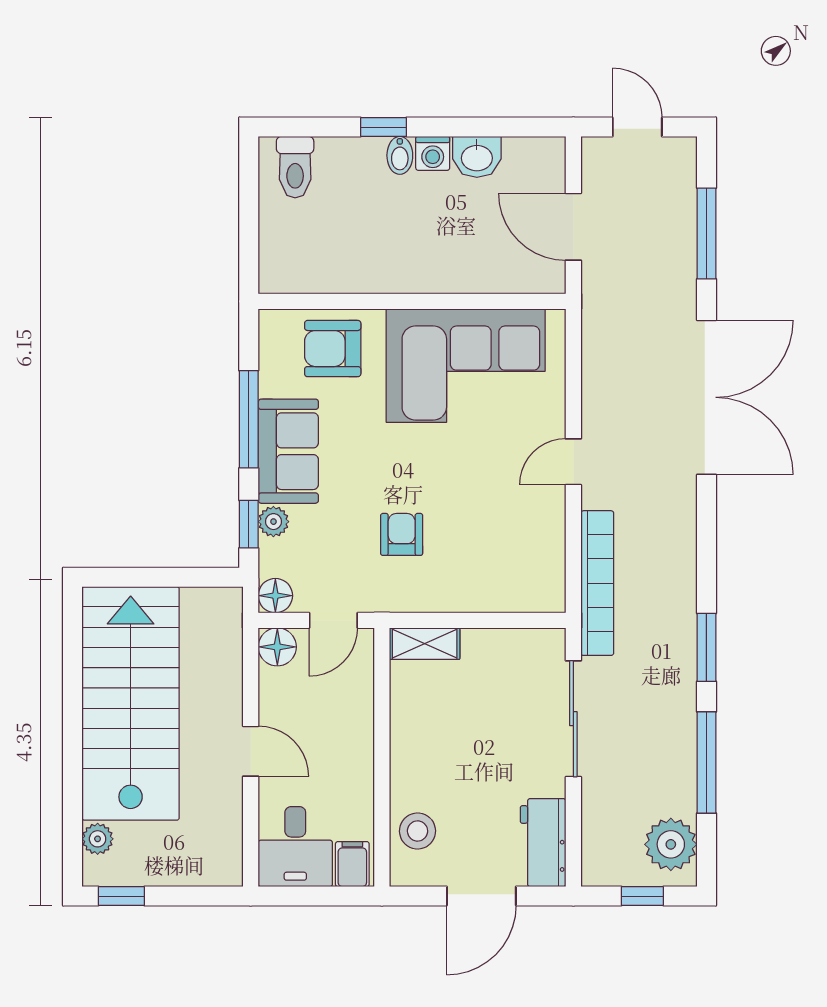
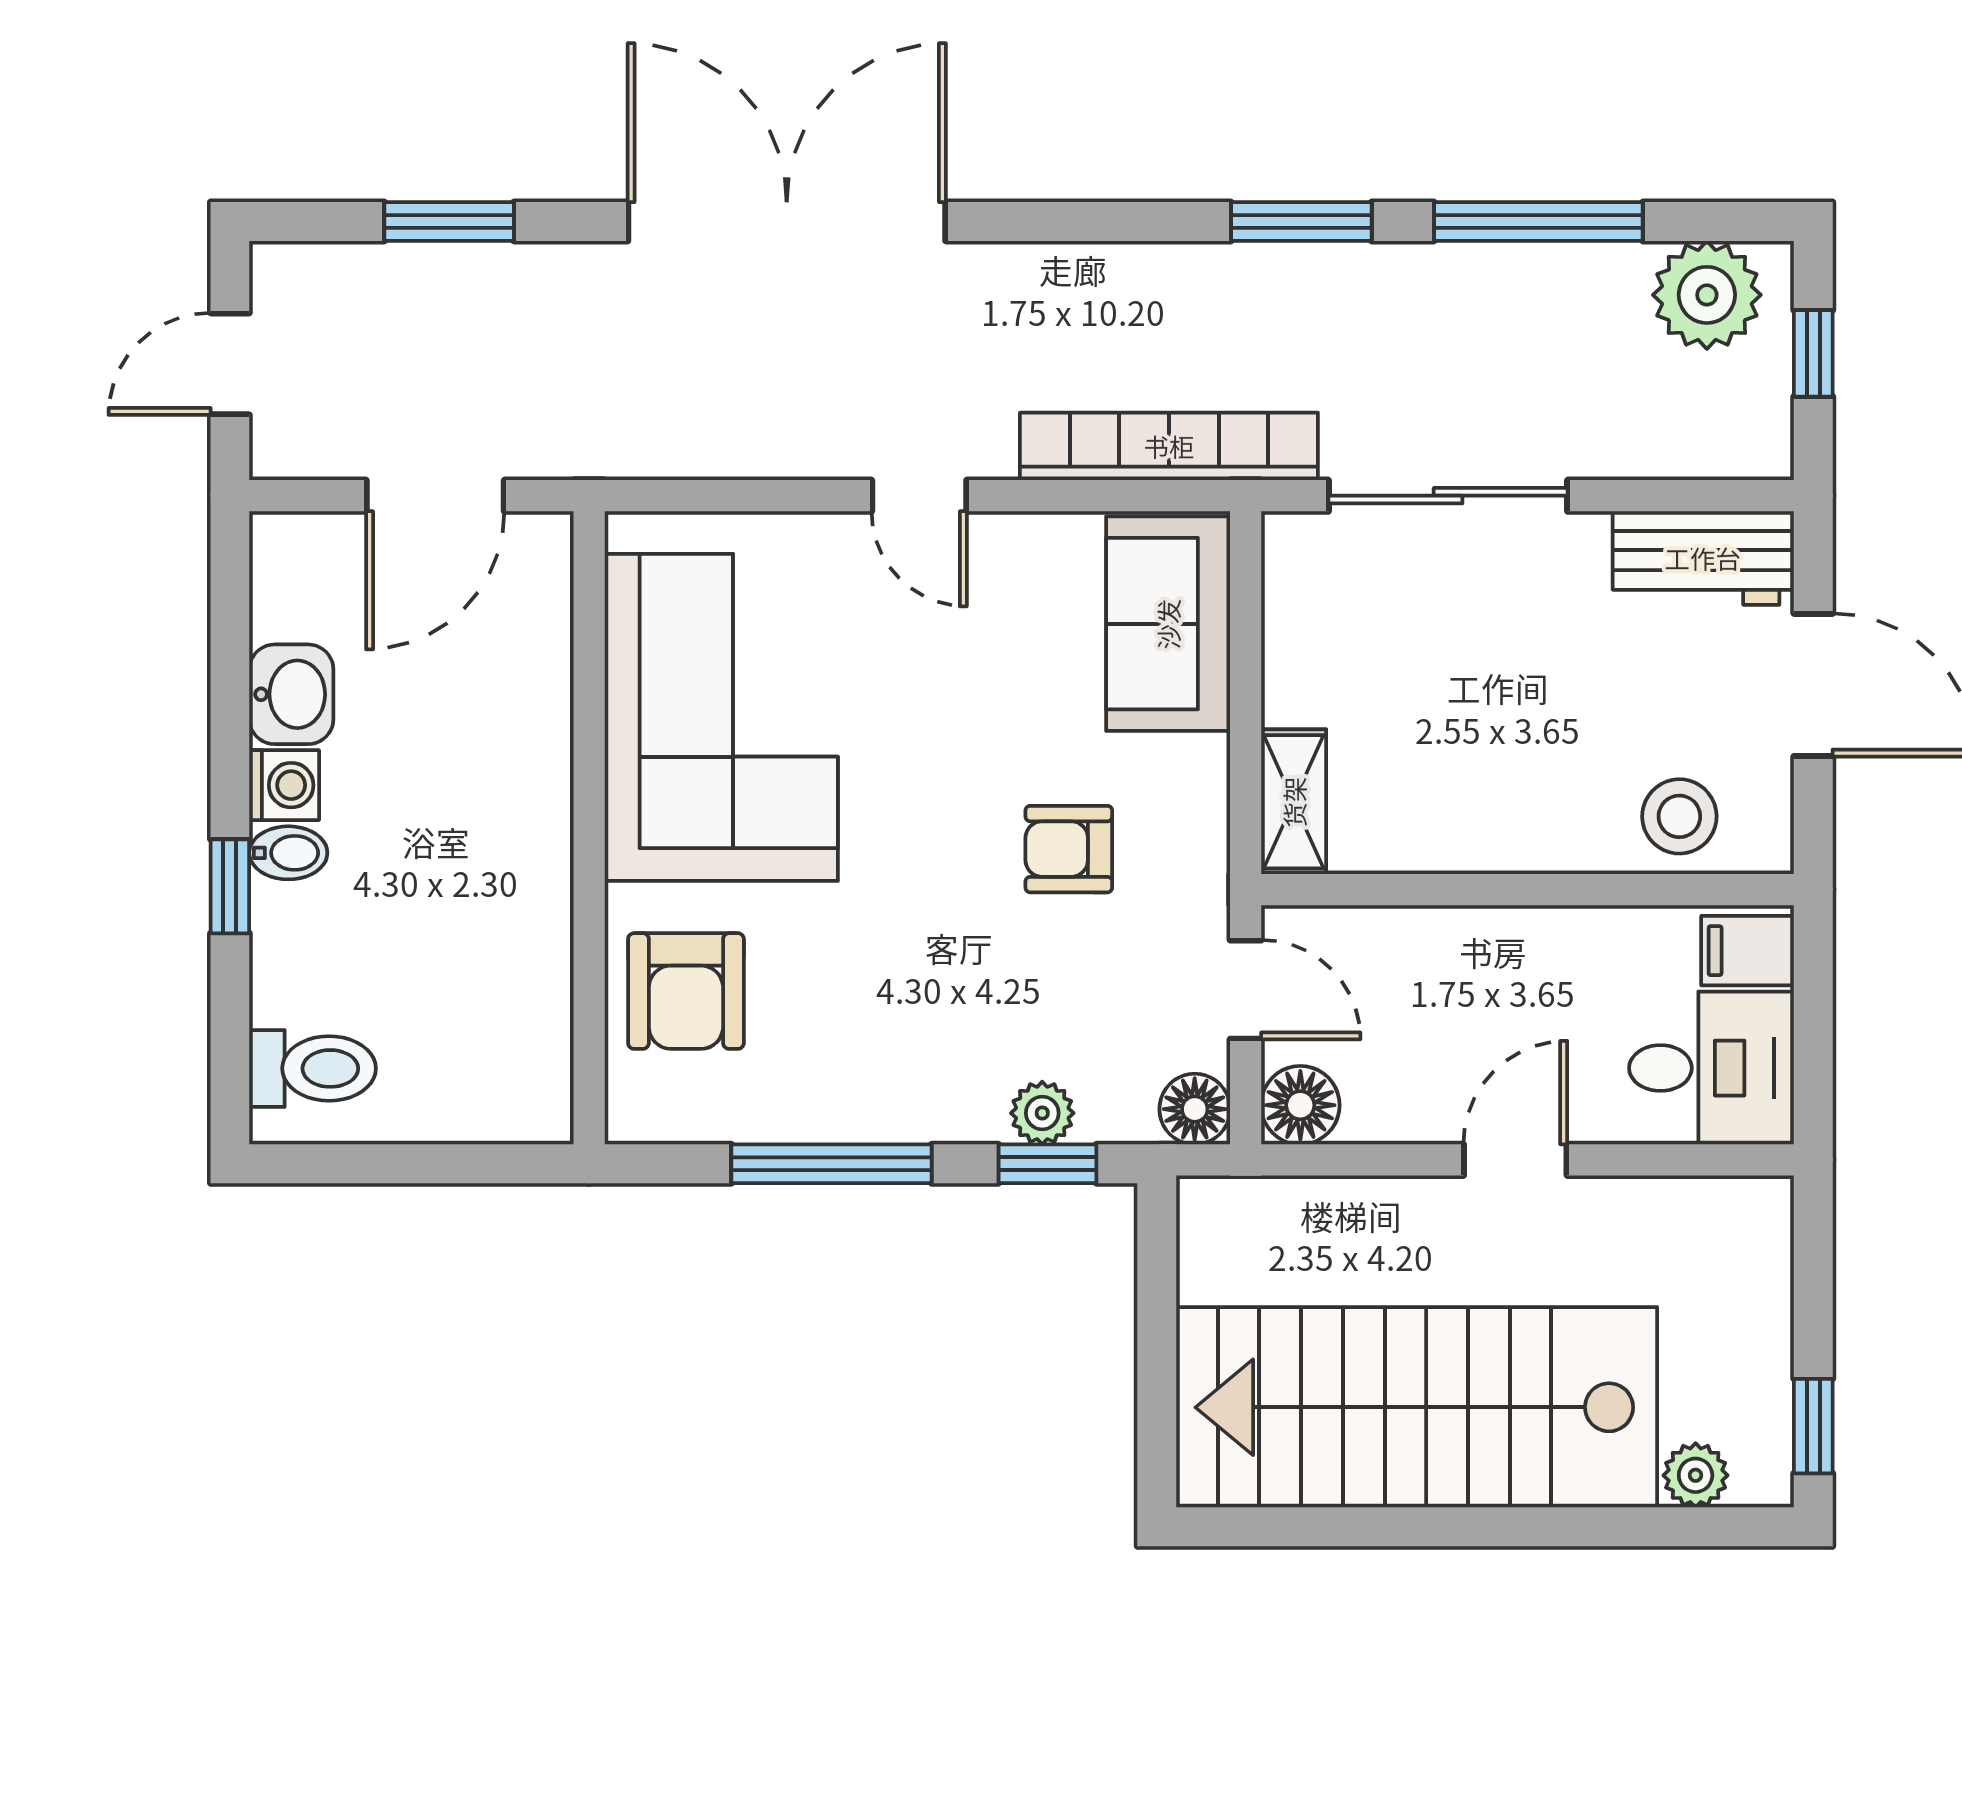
window: (706, 234) -> (449, 222), width x0.69
sofa: (288, 451) -> (1168, 624), moved, turned -90

